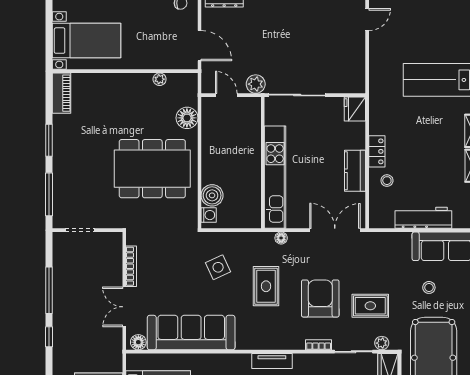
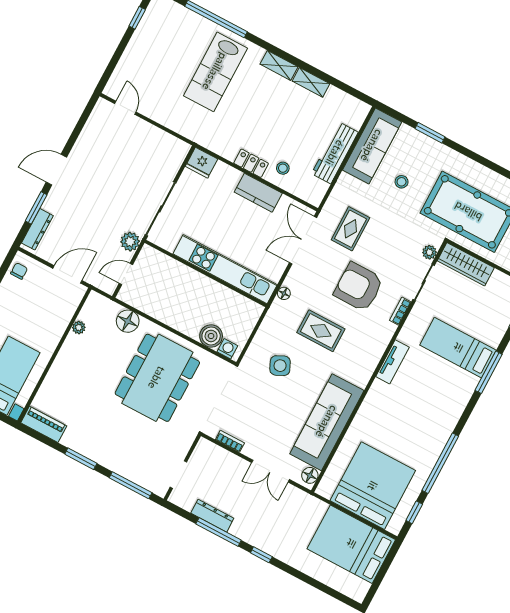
bookcase: (131, 266) -> (230, 441), width x0.64
dresser: (60, 278) -> (212, 516), added
rug: (370, 306) -> (350, 229), moved

